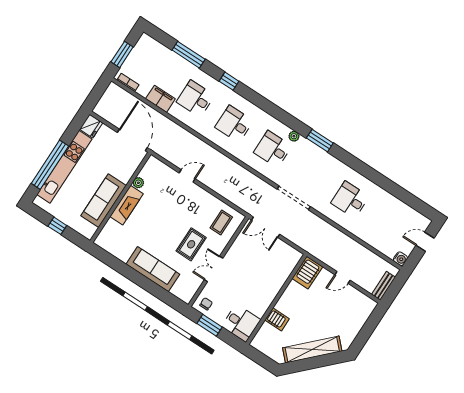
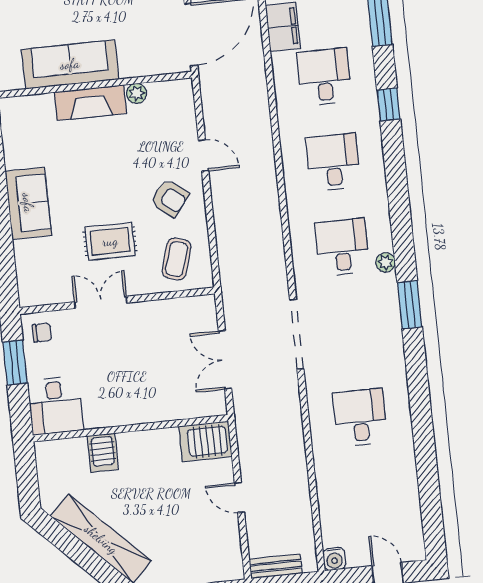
armchair: (193, 205) -> (170, 198), added
coffee table: (221, 222) -> (177, 259), turned -73
double door: (266, 227) -> (225, 360), moved
sofa: (153, 269) -> (28, 203), width x0.73

